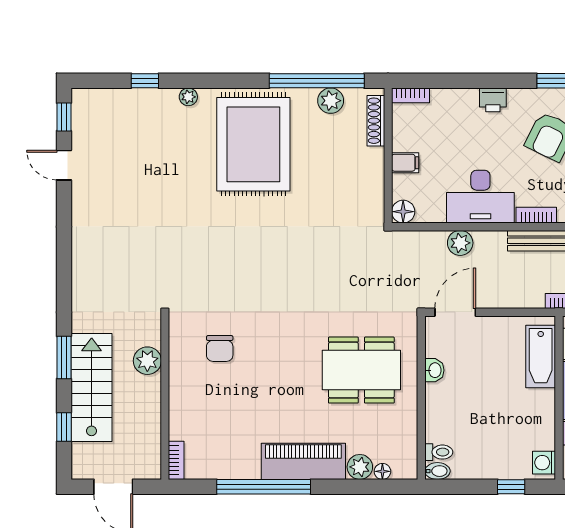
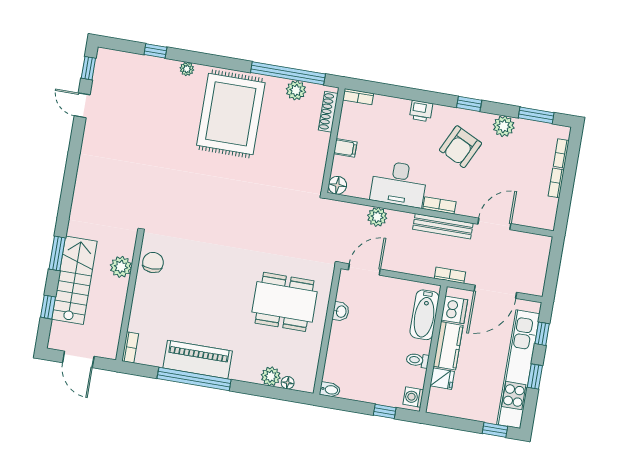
chair: (220, 348) -> (153, 262), moved, turned 180
toilet: (439, 452) -> (417, 360), moved, turned 180
piano: (303, 461) -> (198, 360), moved

